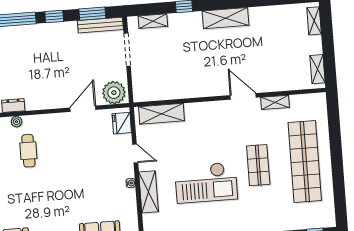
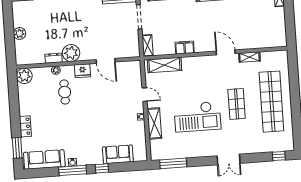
shelving: (317, 69) -> (148, 45), moved
filing cabinet: (188, 90) -> (185, 48), added
plant: (114, 93) -> (71, 53), moved
door: (83, 109) -> (106, 61), swing flipped
fridge: (122, 123) -> (82, 71), moved, turned -90

